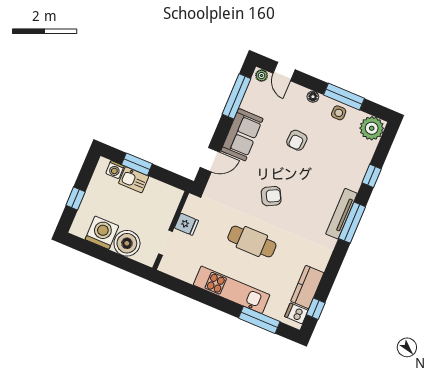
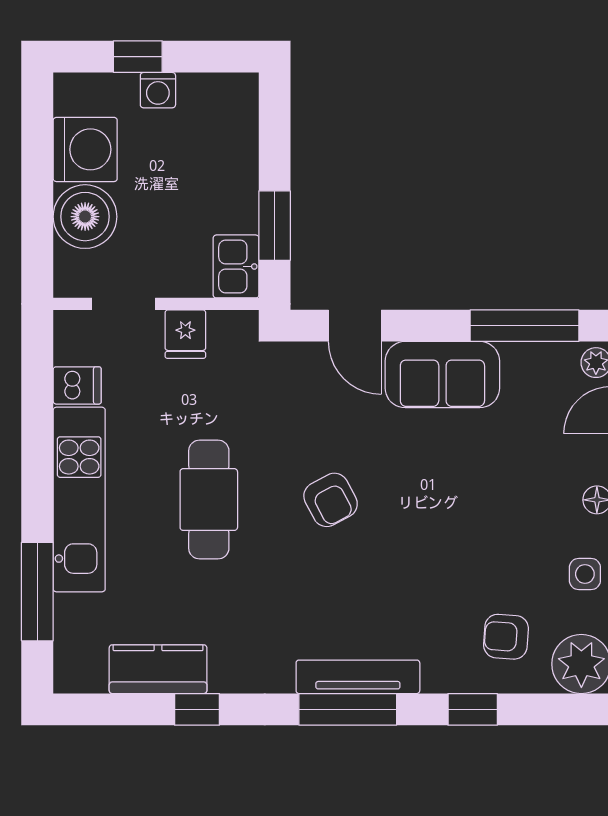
armchair: (297, 140) -> (506, 637), moved
window: (137, 164) -> (275, 226), moved
washing machine: (115, 170) -> (158, 90), moved, turned -90
kitchen sink: (134, 180) -> (236, 266), moved
window: (316, 309) -> (197, 709), moved
dishwasher: (296, 313) -> (77, 385), moved, turned 90

